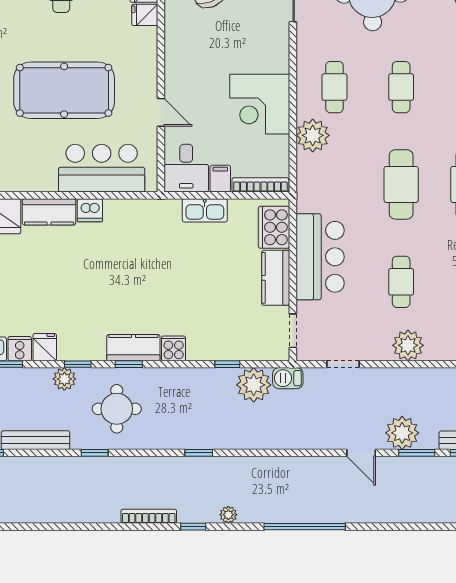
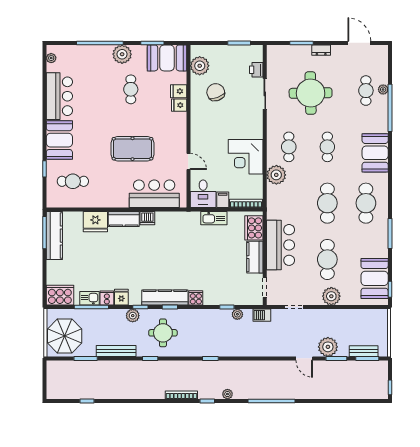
pool table: (64, 90) -> (132, 149), width x0.73, depth x0.76
cafe table: (401, 282) -> (327, 259), width x1.37, depth x1.35
kitchen counter: (133, 348) -> (165, 298), width x1.50
plant: (254, 385) -> (237, 314), width x0.53, depth x0.53

